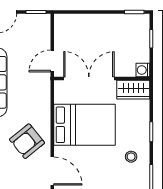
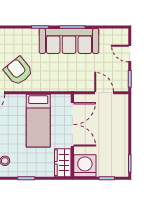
door: (52, 61) -> (104, 93), moved
washing machine: (143, 70) -> (85, 166), width x1.89, depth x1.89
bed: (84, 125) -> (38, 121), width x0.67

